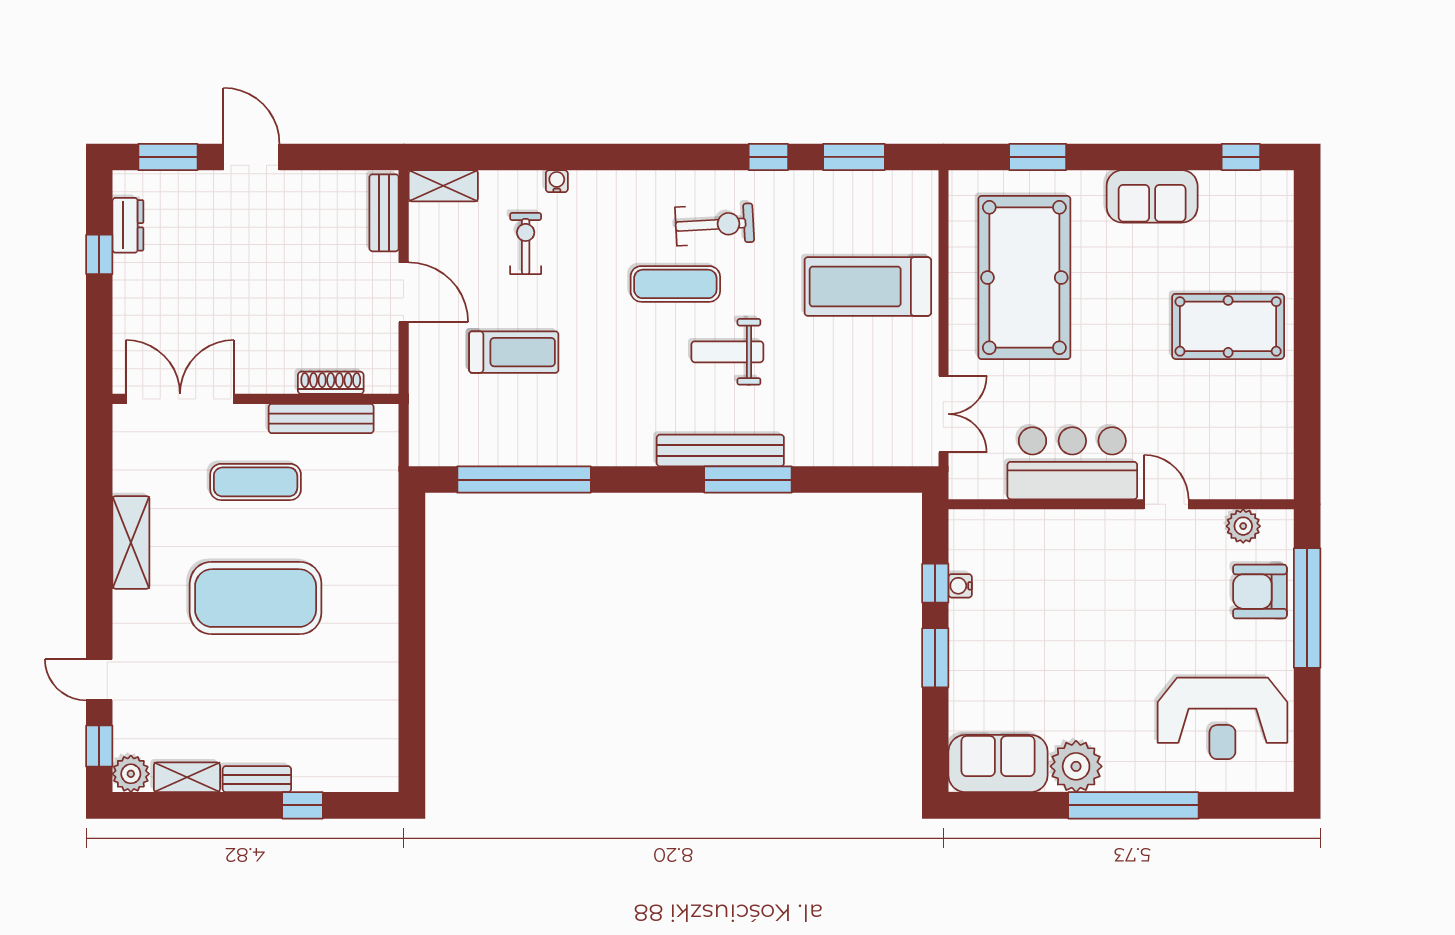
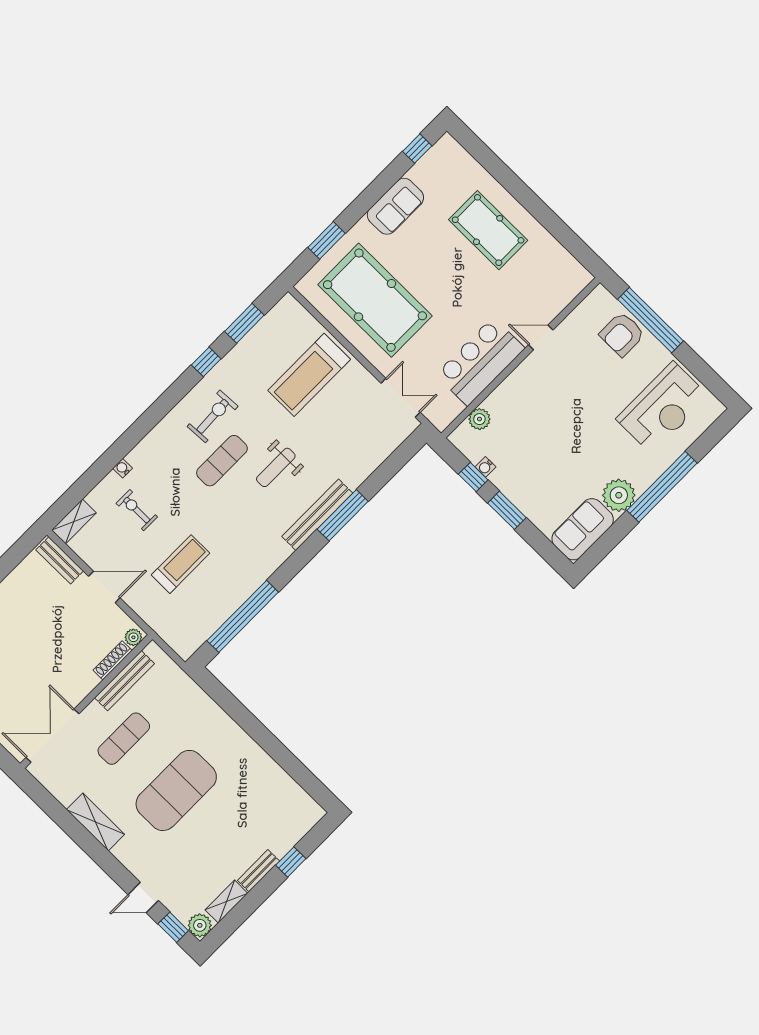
pool table: (1228, 326) -> (488, 230), turned 90
plant: (380, 381) -> (133, 637), added
plant: (1243, 526) -> (479, 419), moved

